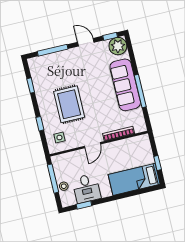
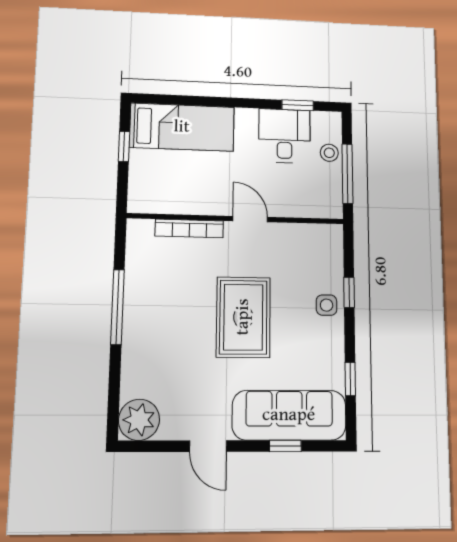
window: (110, 36) -> (150, 446), removed
window: (53, 50) -> (285, 446), width x0.46
sofa: (125, 85) -> (289, 415), moved, turned -90
rug: (69, 104) -> (243, 317), moved
side table: (59, 137) -> (327, 305), moved
door: (93, 145) -> (250, 219), hinge flipped

